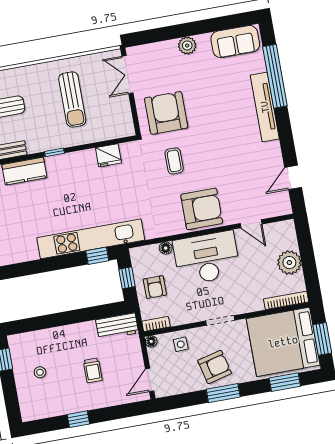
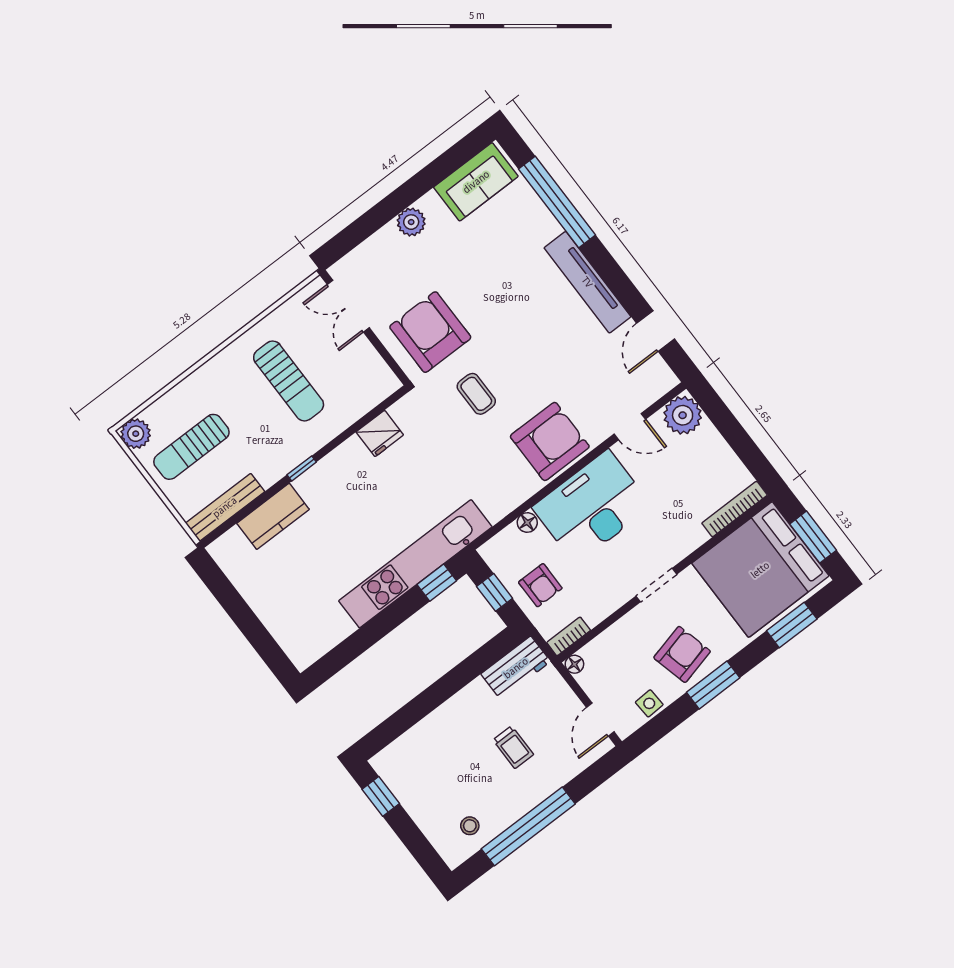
tv unit: (265, 107) -> (587, 282), moved
plant: (289, 263) -> (683, 415), moved
side table: (181, 344) -> (649, 703), moved
stool: (40, 372) -> (470, 826), moved
window: (78, 419) -> (528, 826), width x3.17

